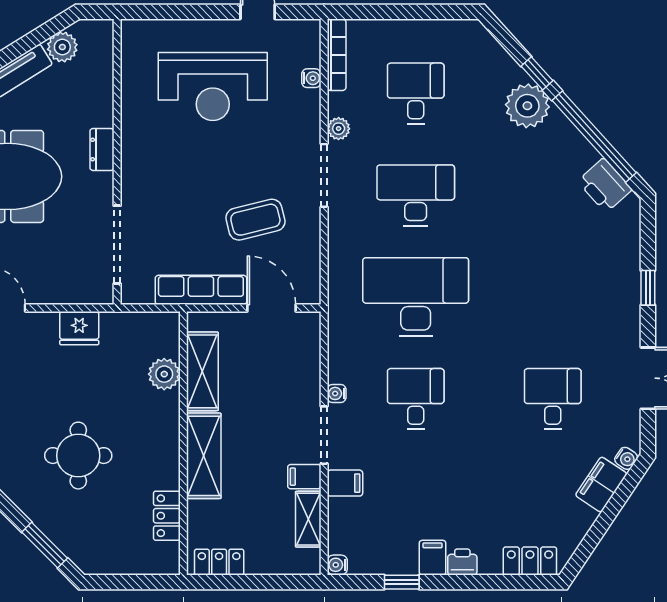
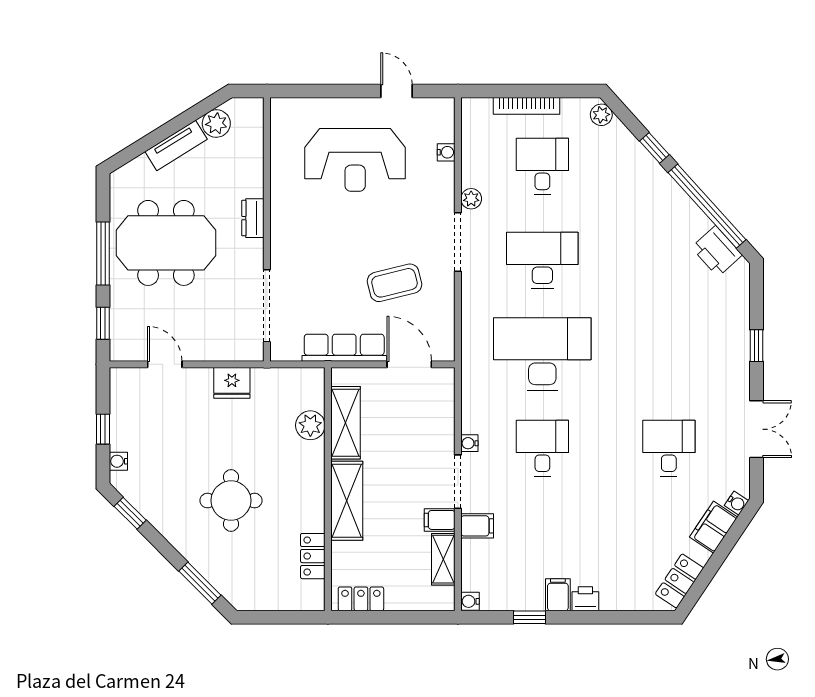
bookcase: (337, 55) -> (527, 106), moved, turned 90
plant: (527, 106) -> (601, 115), moved, width x0.53, depth x0.53
locker: (530, 561) -> (679, 581), moved, turned -56

